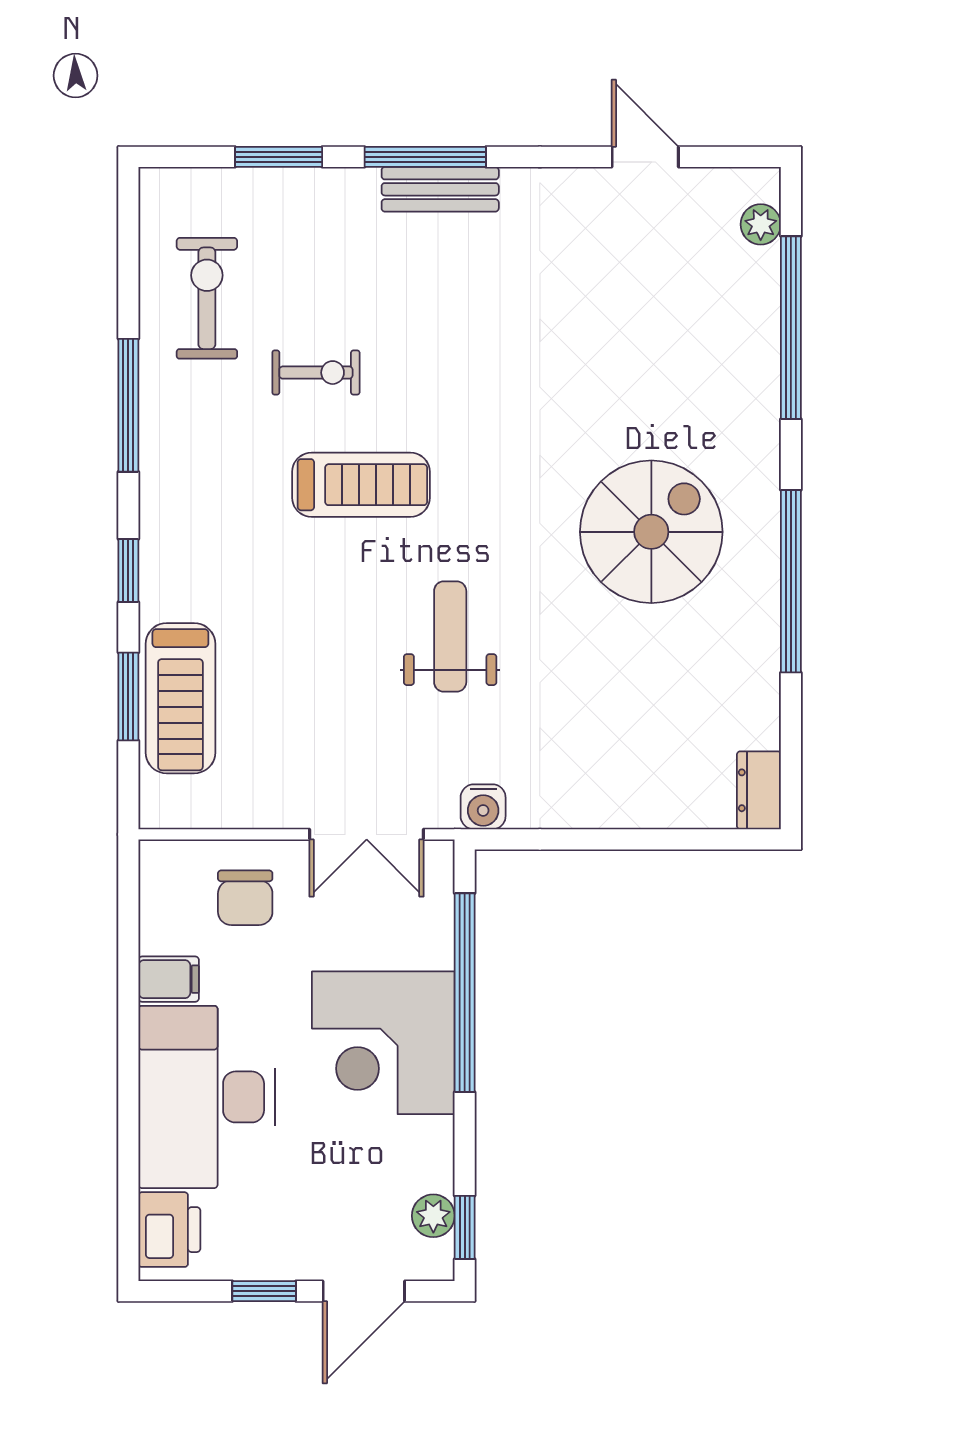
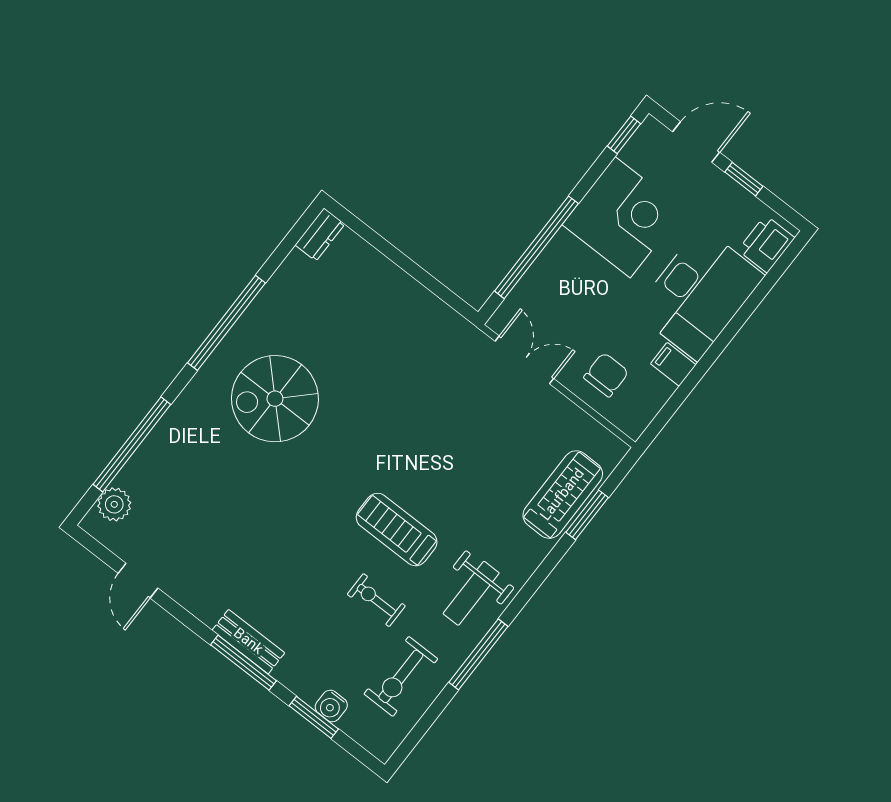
plant: (761, 224) -> (114, 504), width x1.38, depth x1.38
window: (128, 570) -> (540, 575), removed
weight bench: (450, 637) -> (471, 593), moved
water cooler: (483, 807) -> (331, 706), moved, turned 180
corner desk: (383, 1043) -> (623, 217), moved
plant: (433, 1216) -> (635, 152), removed

